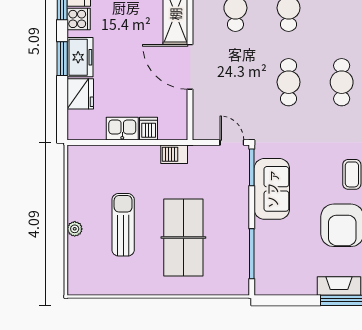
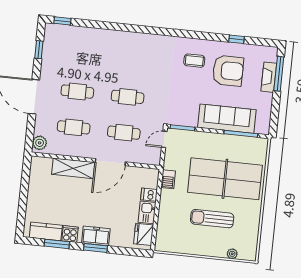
cafe table: (342, 82) -> (124, 133), moved
fridge: (80, 94) -> (144, 234), moved, turned -90
sofa: (272, 189) -> (227, 119), moved, width x1.36
plant: (75, 229) -> (232, 254), moved
table tennis table: (183, 237) -> (225, 179), width x1.36, depth x1.32

